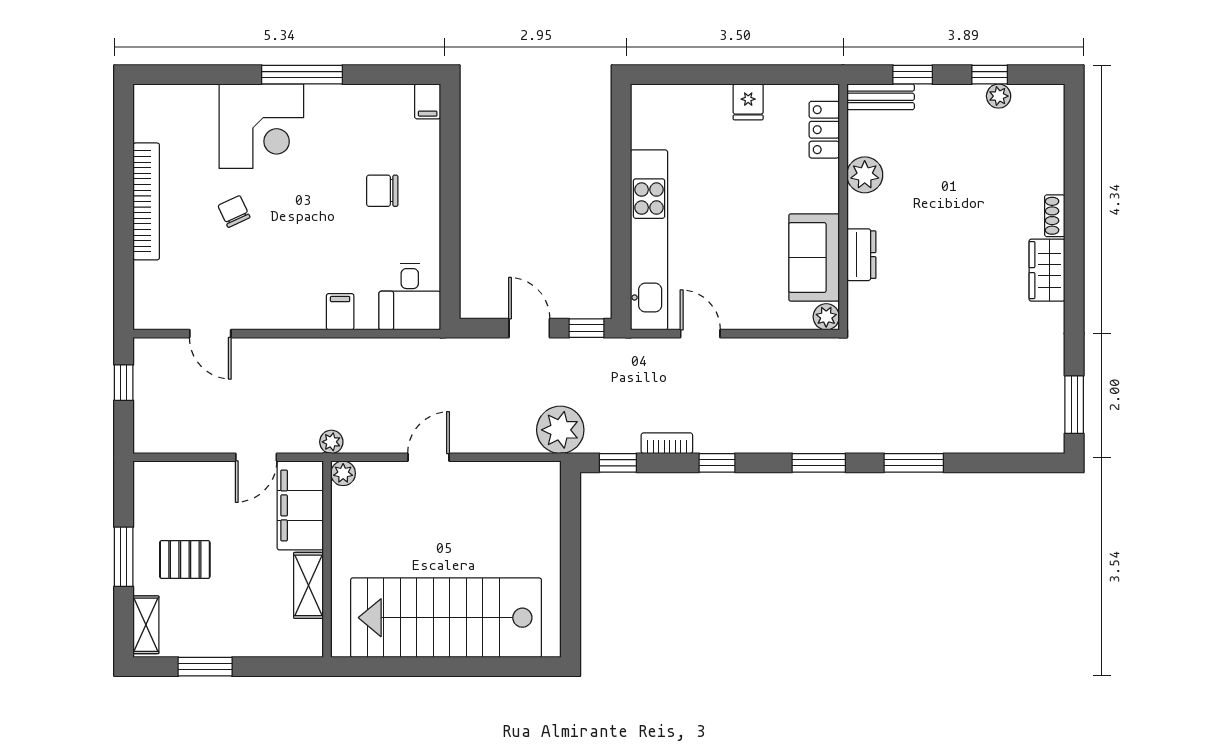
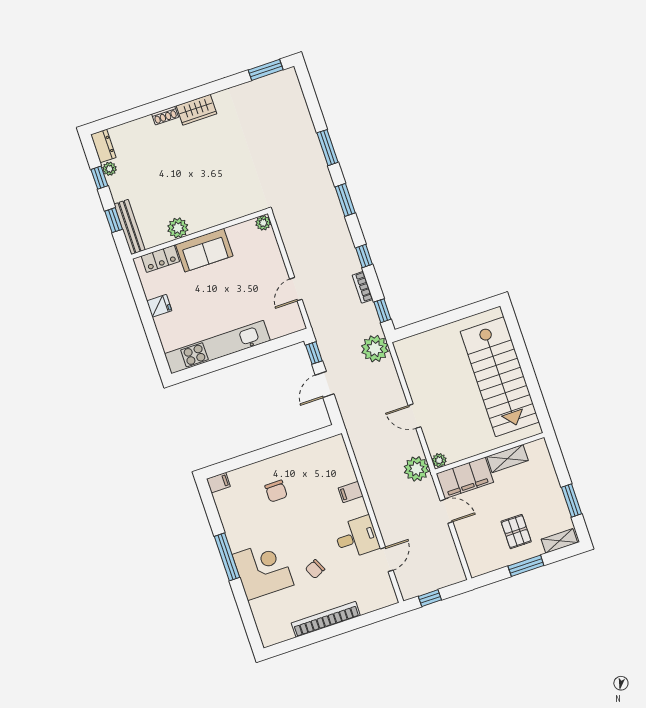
bench: (881, 97) -> (130, 227), width x1.36
kitchen unit: (649, 240) -> (217, 347), moved
dresser: (861, 255) -> (103, 146), moved, turned 90
sofa: (814, 257) -> (204, 250), moved
desk: (410, 297) -> (357, 537), moved
plant: (331, 442) -> (417, 469), width x1.88, depth x1.88

